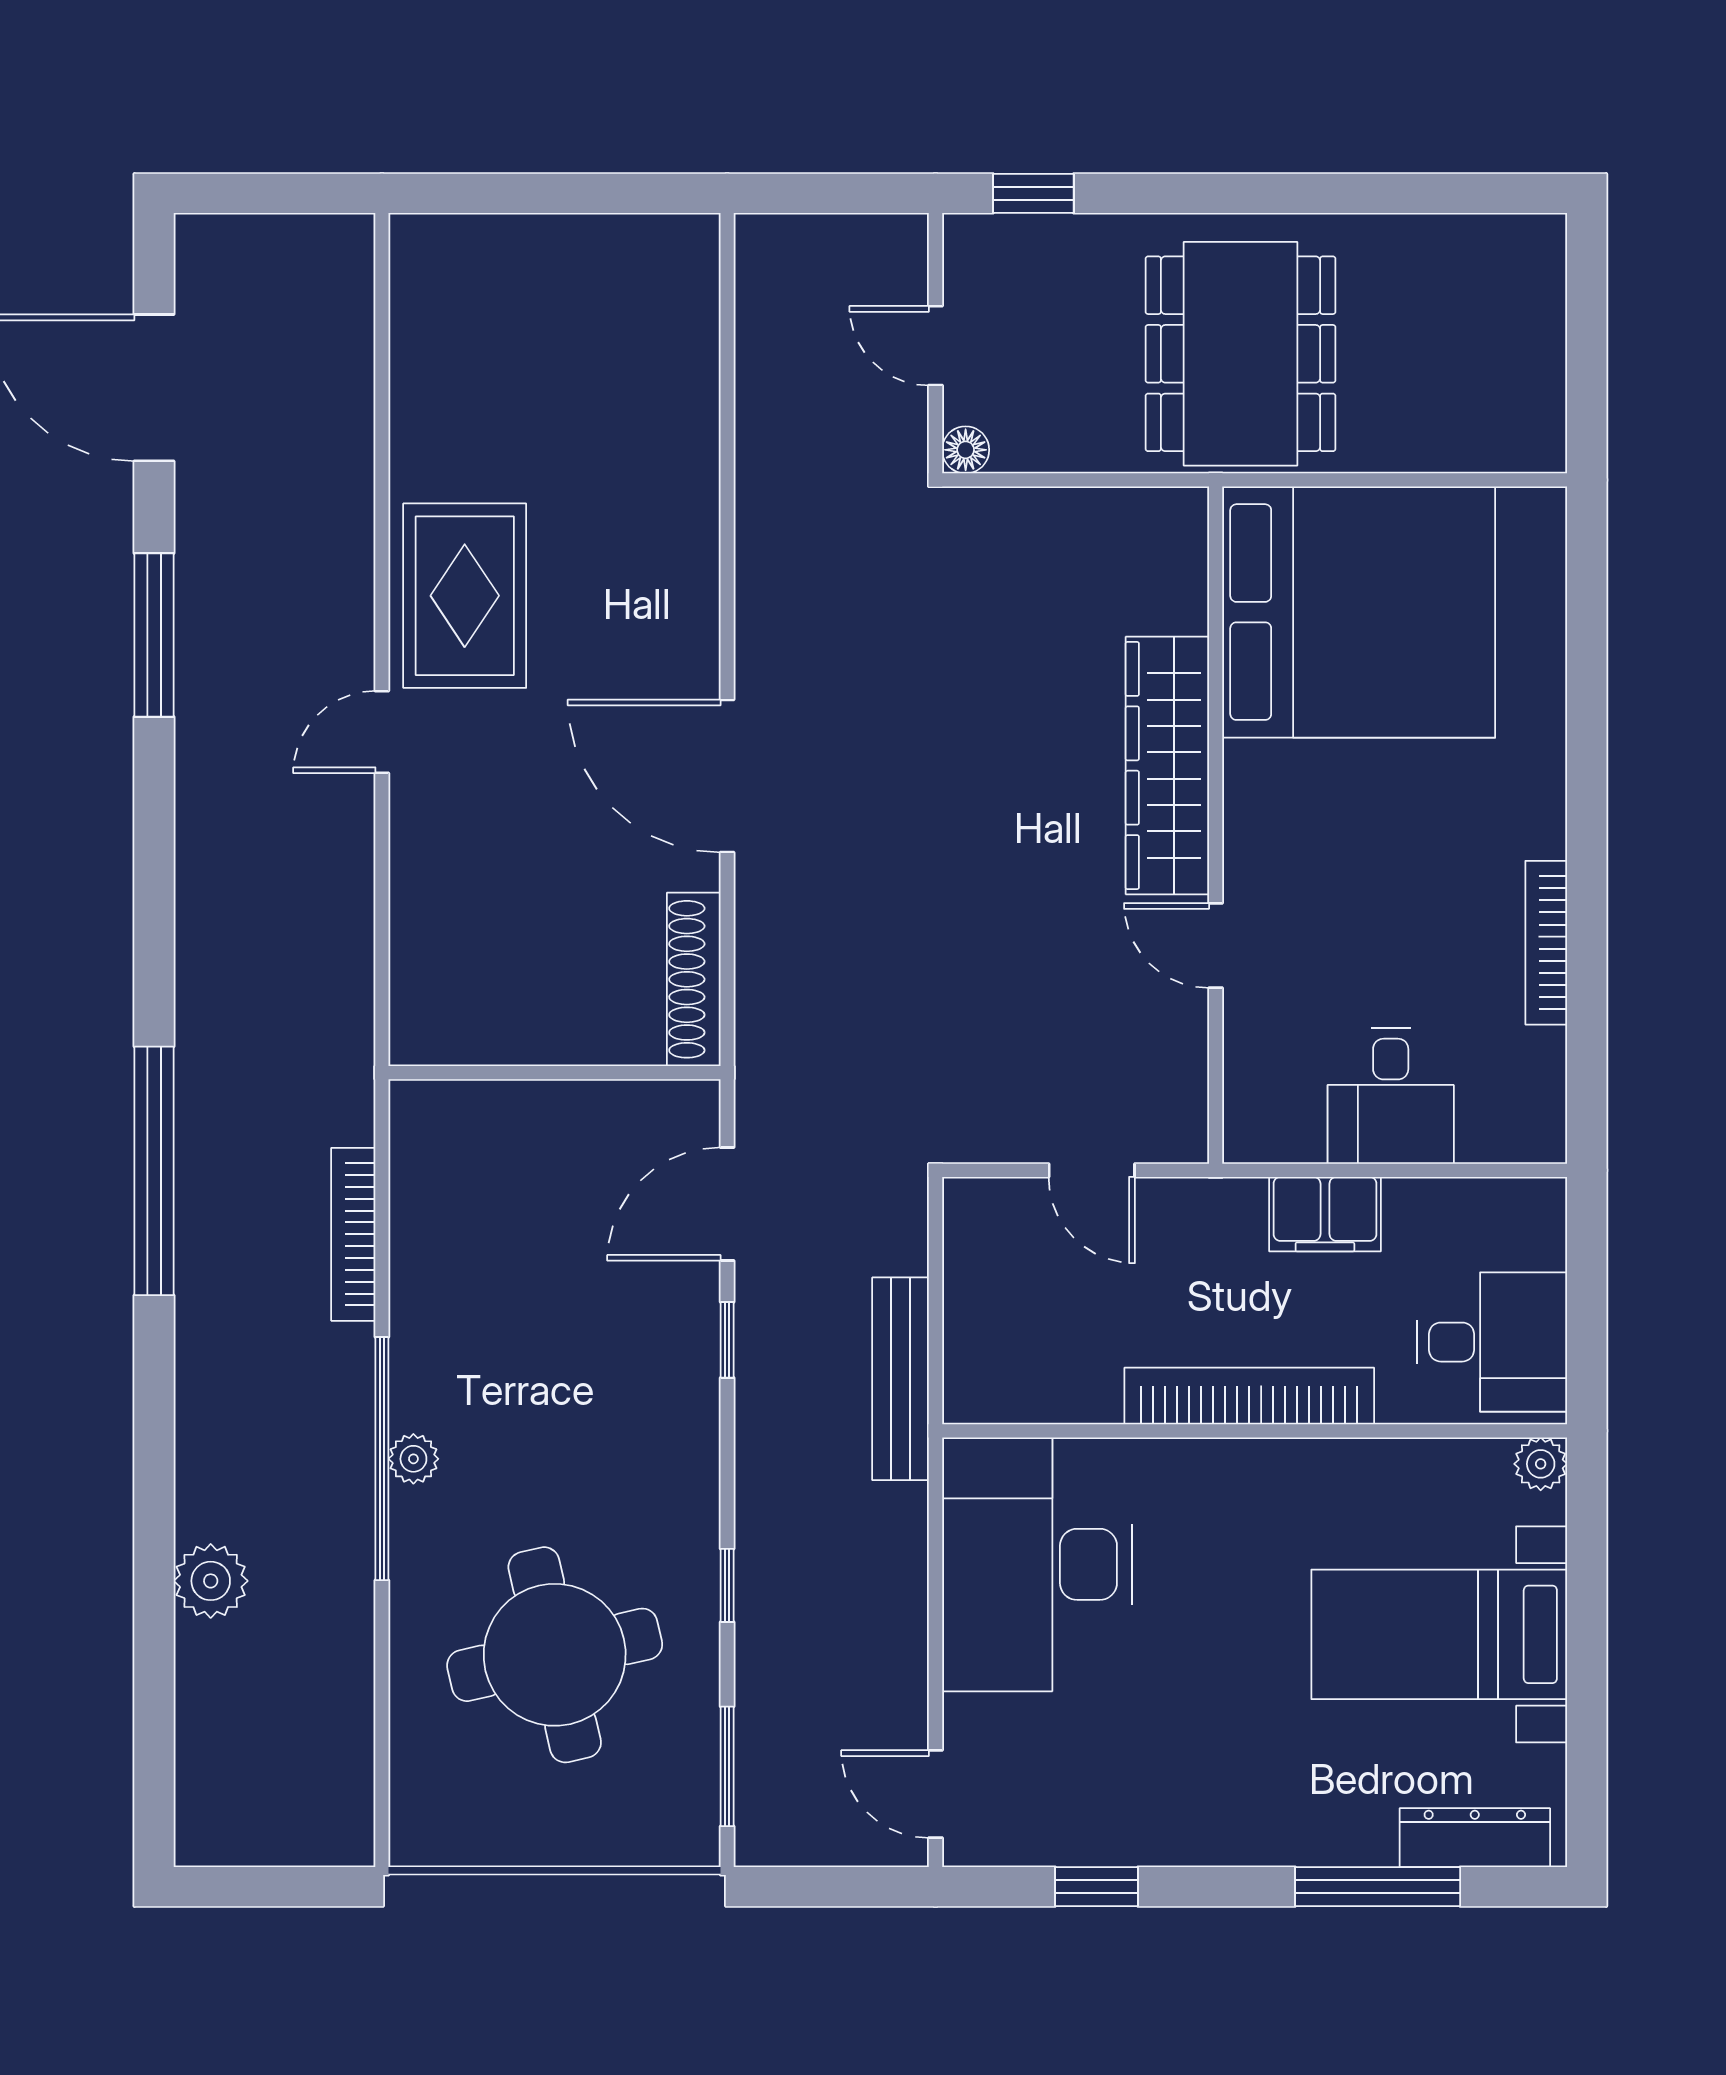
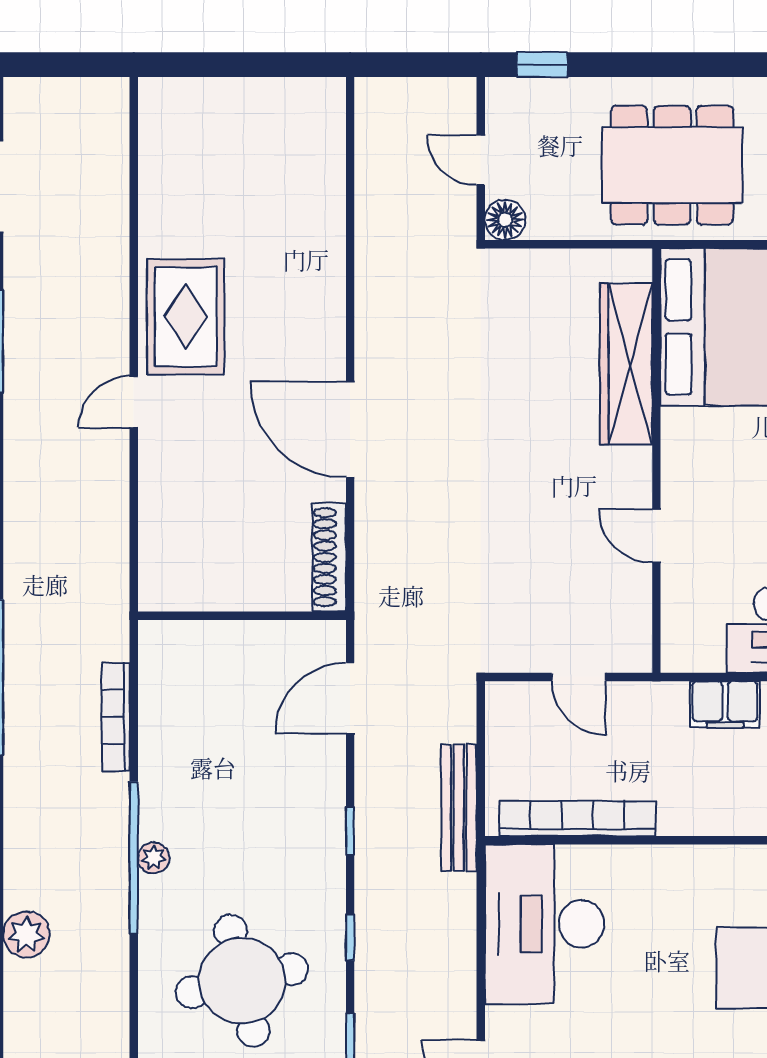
dining table: (1240, 354) -> (672, 165), turned 90
floor lamp: (966, 450) -> (505, 220), width x1.37, depth x1.37
wardrobe: (1167, 766) -> (626, 364), moved
window: (727, 1340) -> (350, 831), moved
bookcase: (1249, 1396) -> (578, 818), moved

